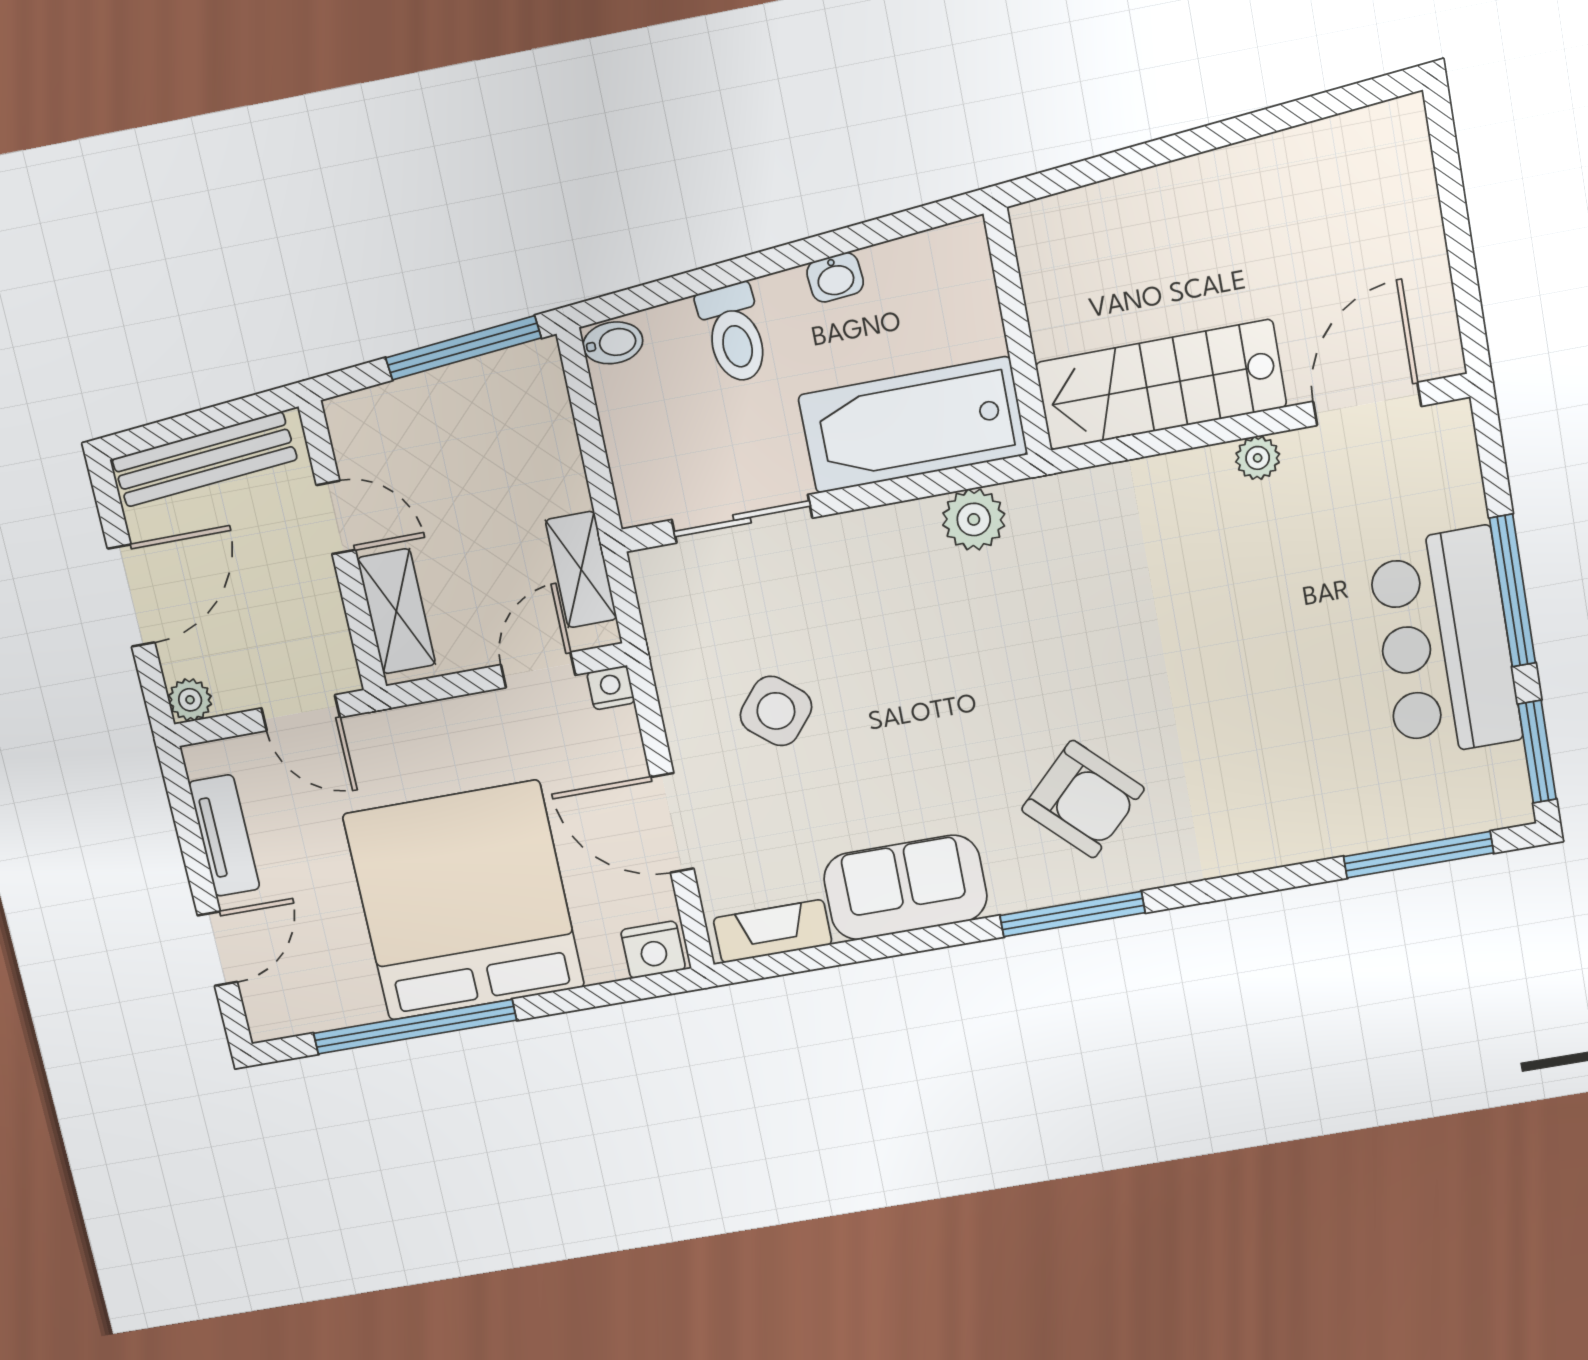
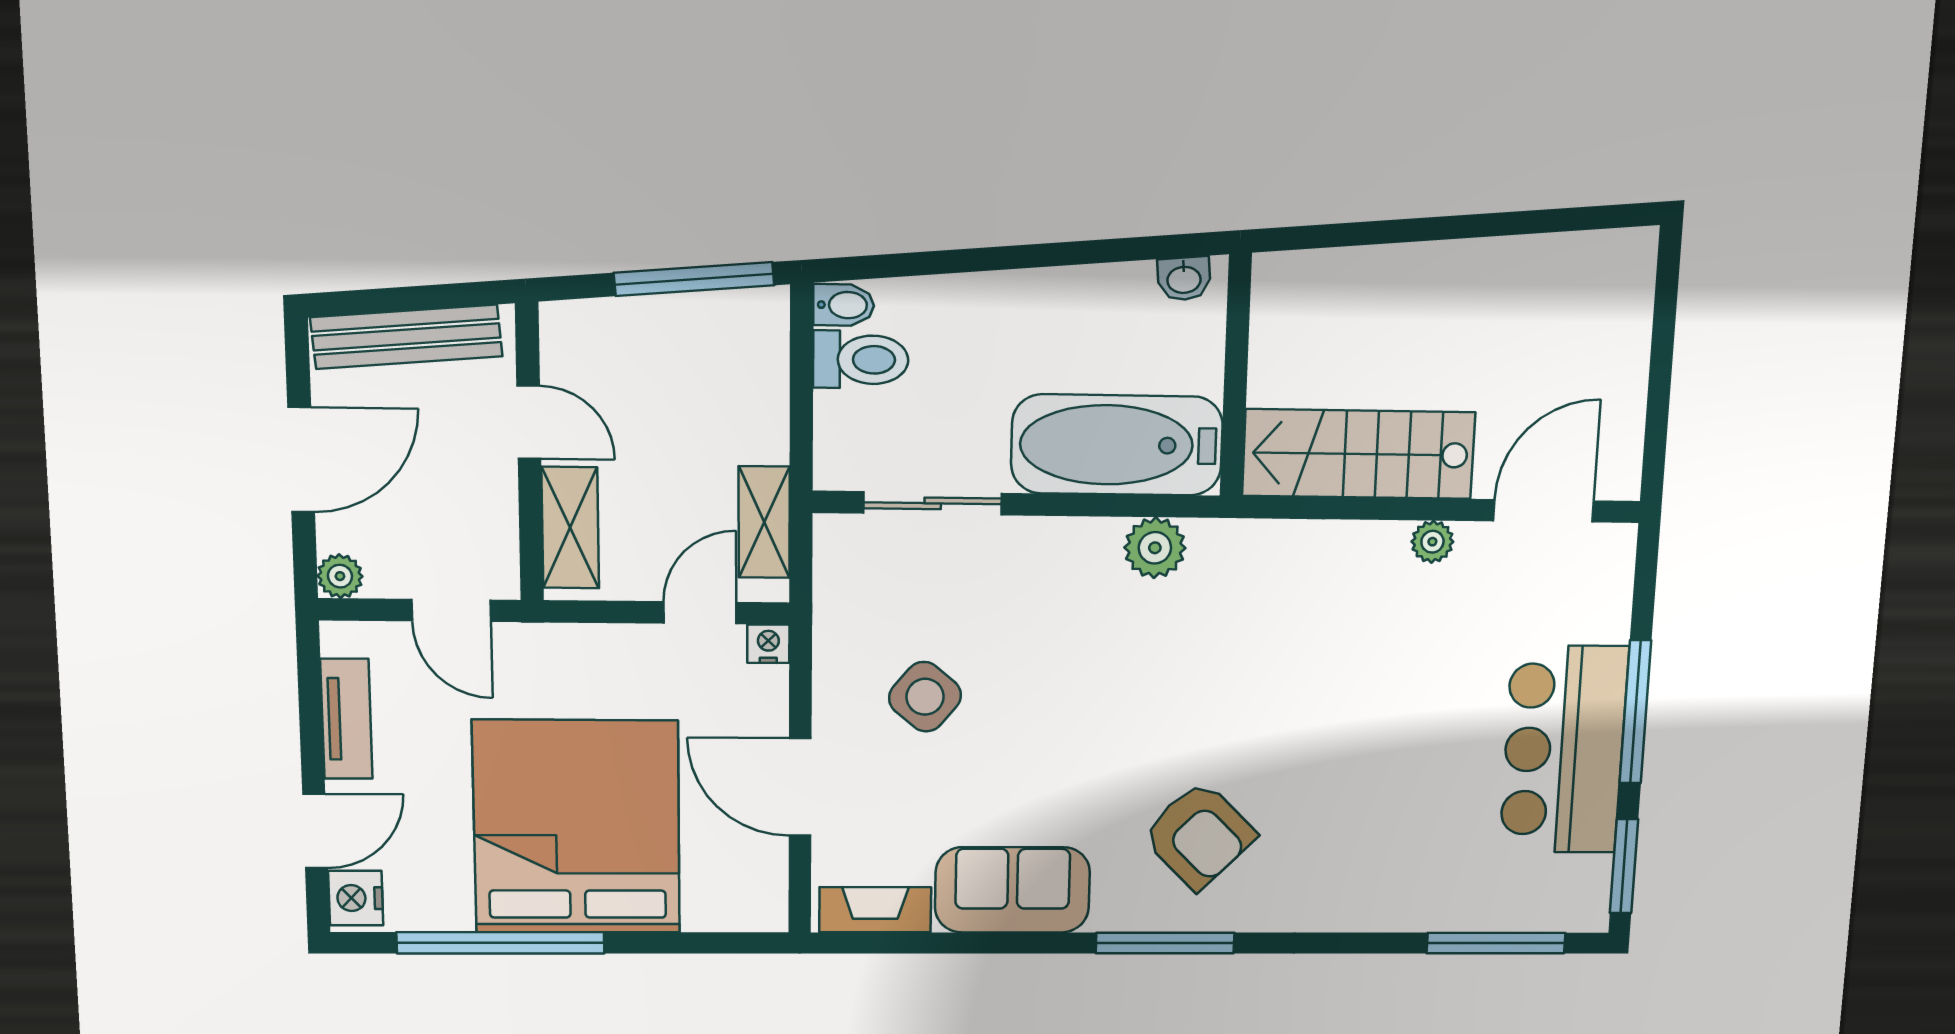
washbasin: (835, 277) -> (1184, 279), moved
toilet: (734, 333) -> (861, 360), moved, turned -85
nightstand: (653, 950) -> (356, 898), moved, turned 90

